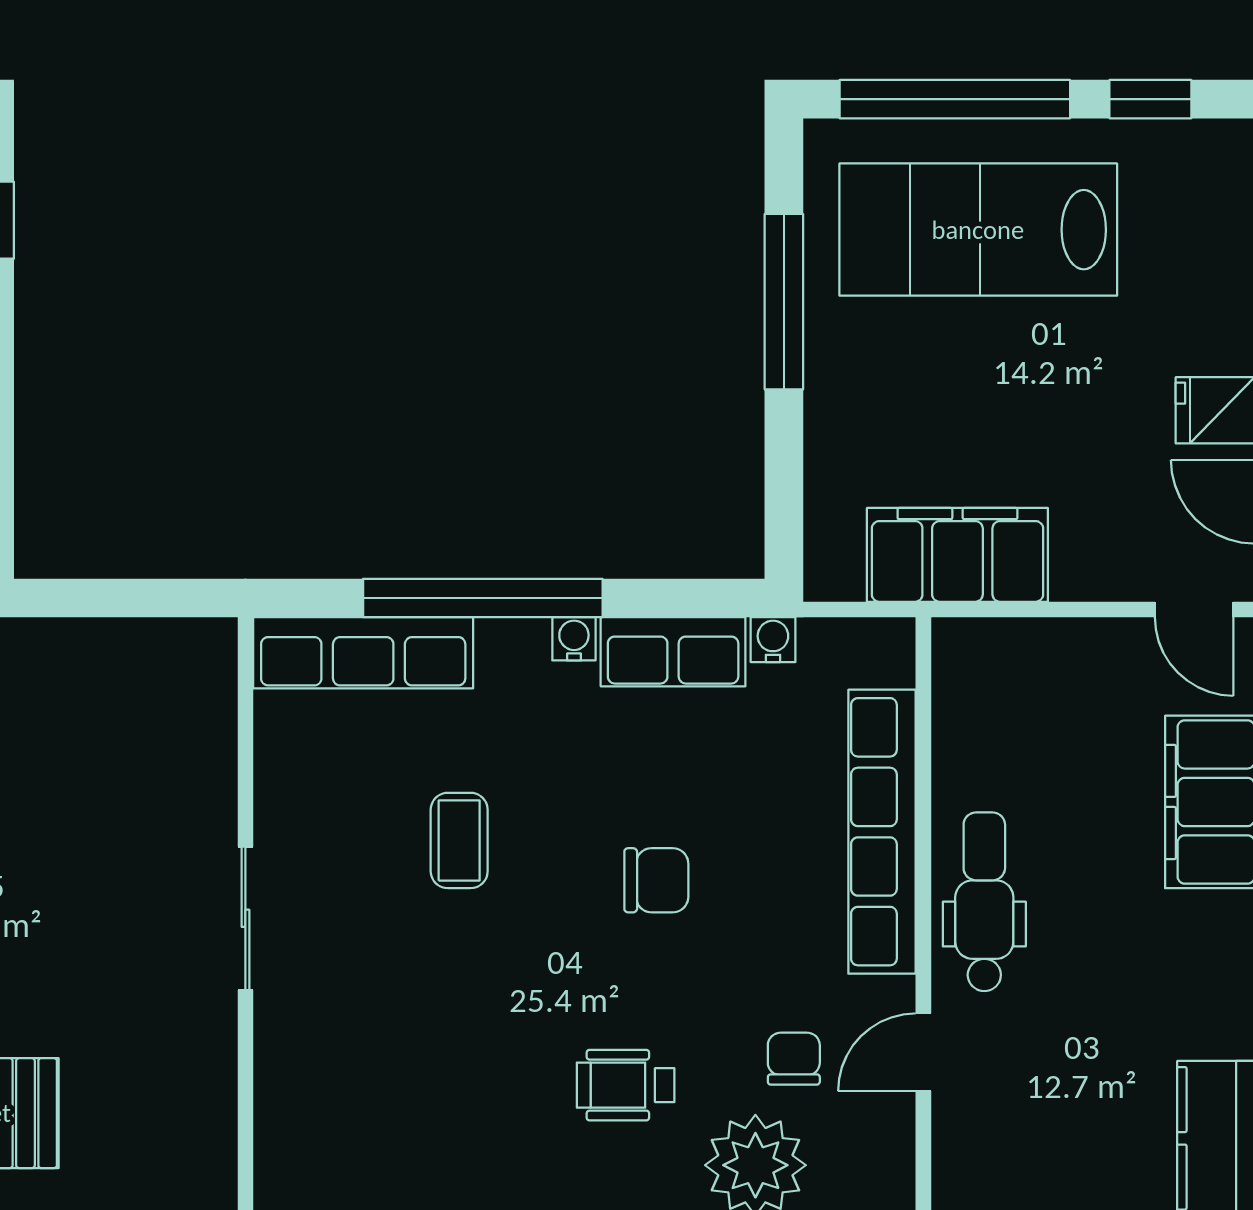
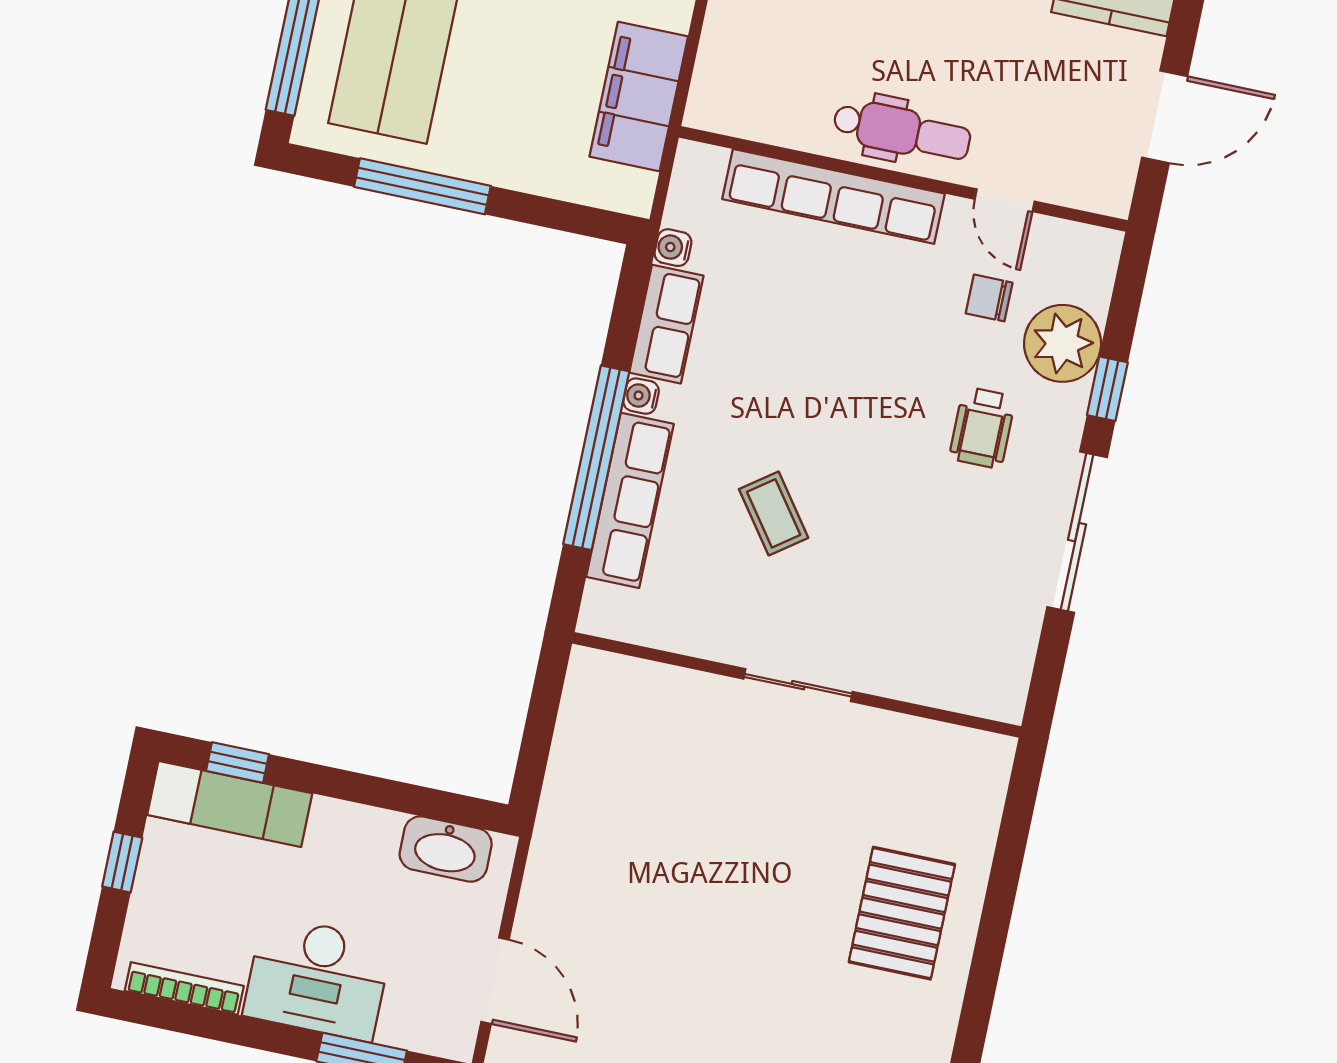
row of seats: (363, 653) -> (630, 500), moved
coffee table: (459, 840) -> (774, 513), turned 54
chair: (656, 880) -> (834, 373), removed
dental chair: (984, 902) -> (902, 131), turned 180

